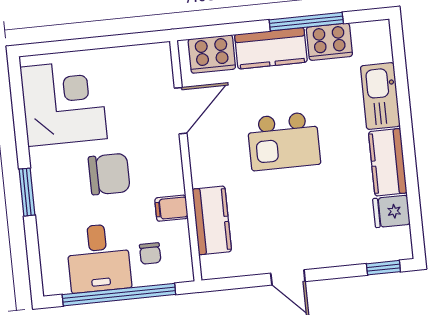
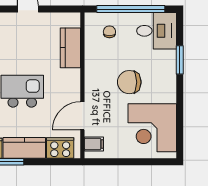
window: (27, 192) -> (180, 60), moved
filing cabinet: (171, 208) -> (94, 144), moved
desk: (99, 258) -> (157, 31), moved, turned 90

